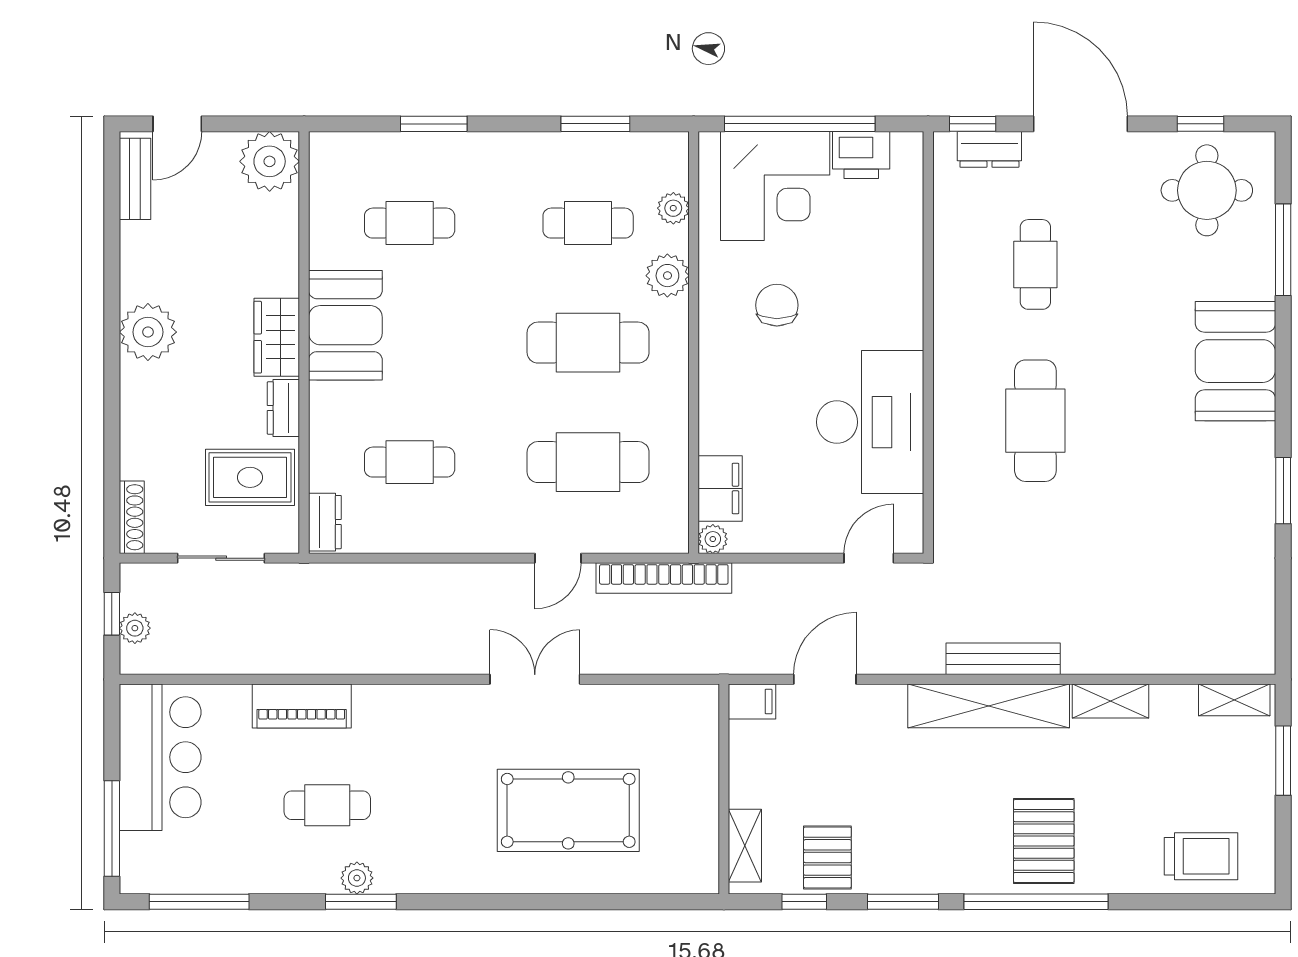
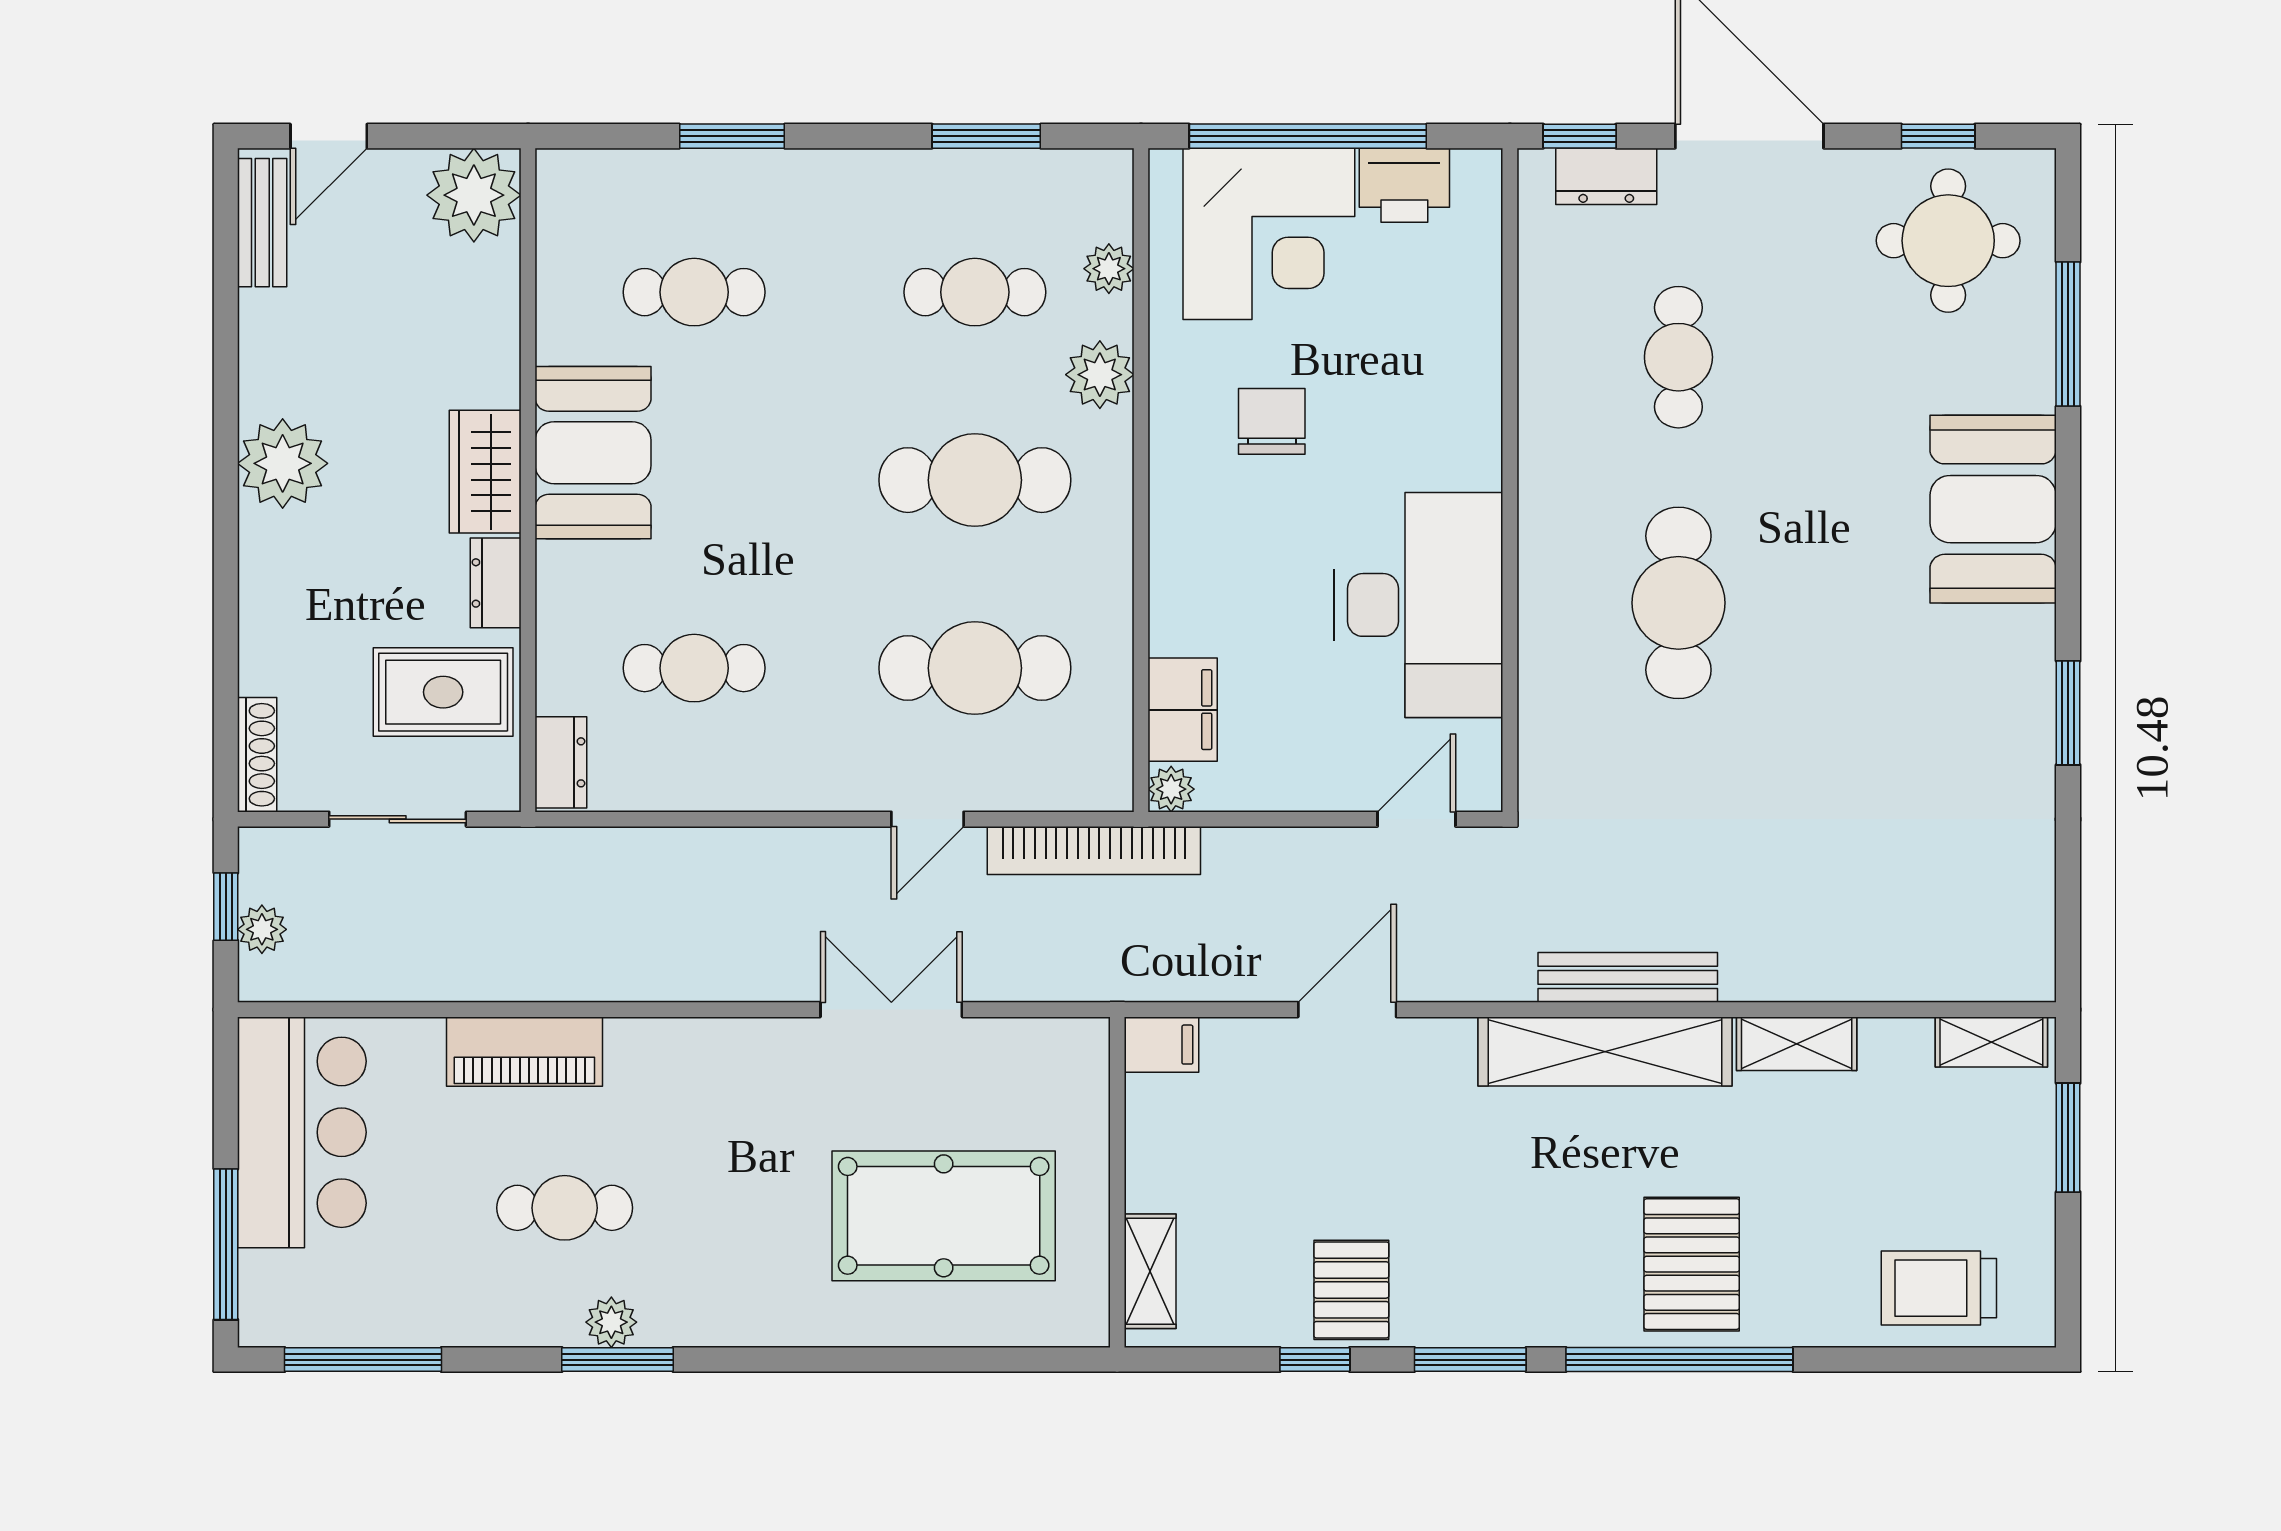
filing cabinet: (752, 701) -> (1161, 1045), moved
wall: (724, 789) -> (1117, 1182), moved
shelving: (745, 846) -> (1150, 1271), moved
trolley: (1201, 856) -> (1939, 1288), turned 180

